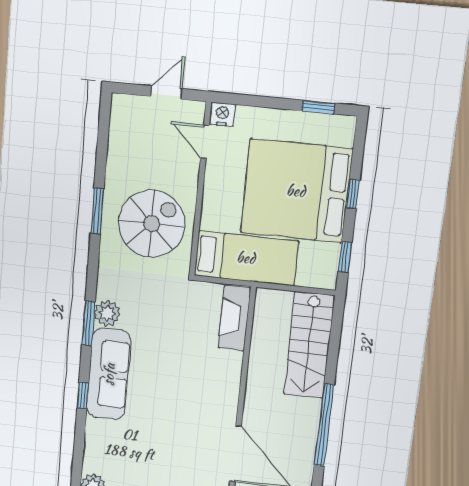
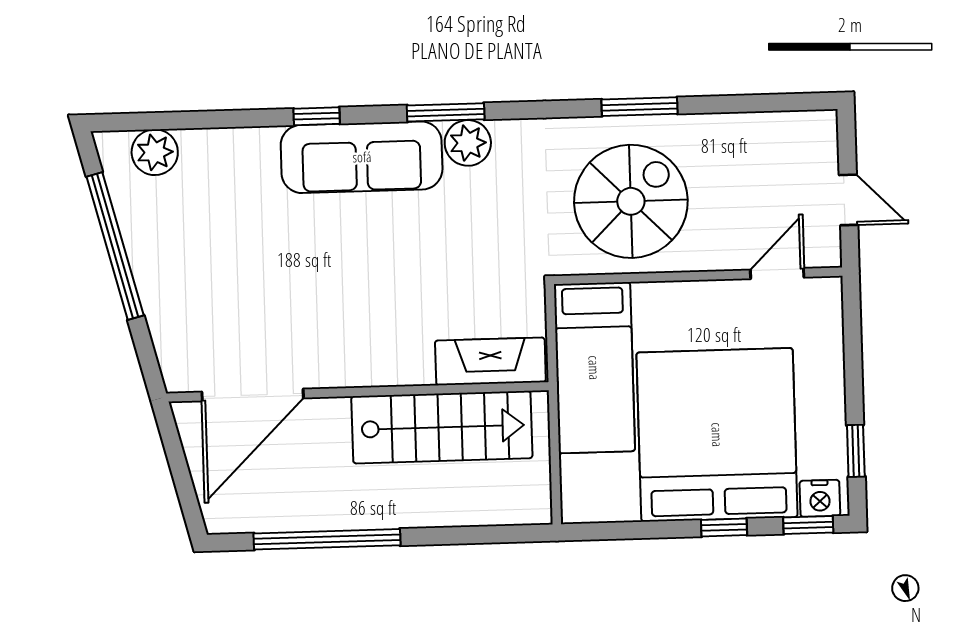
nightstand: (222, 114) -> (820, 498), moved, turned 90
spiral stairs: (152, 224) -> (631, 201), turned -90
window: (345, 257) -> (808, 525), moved
stairs: (309, 345) -> (442, 427), moved, turned 180

